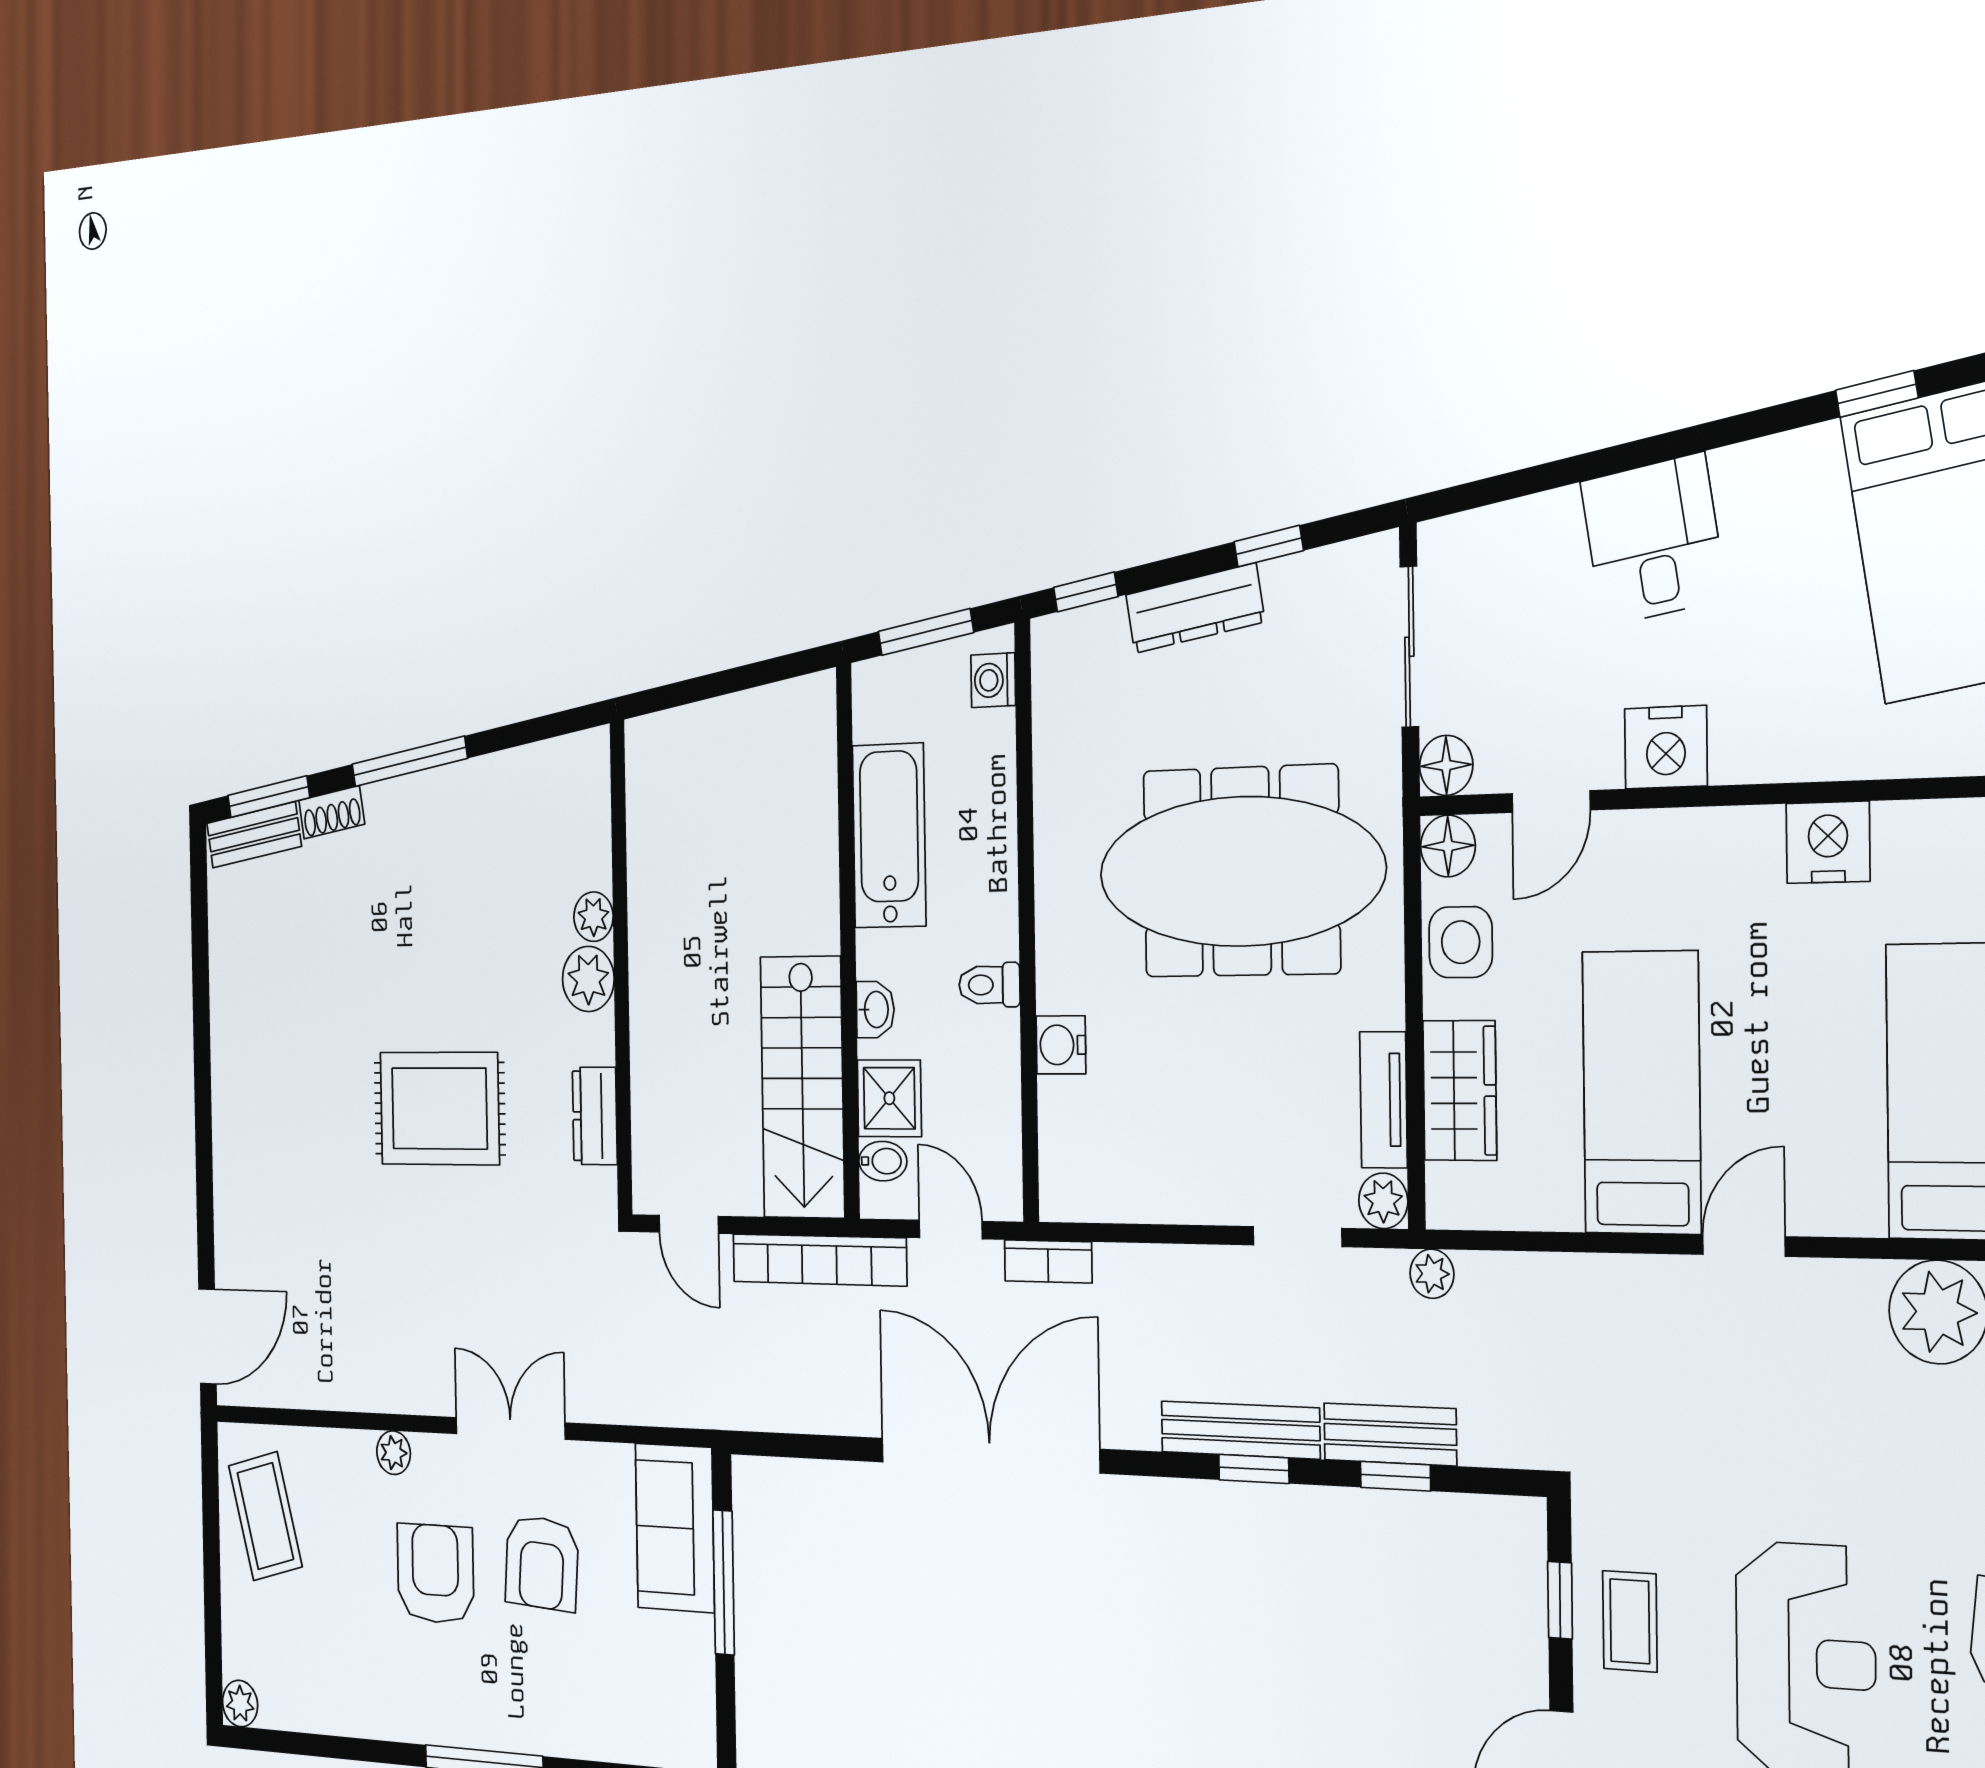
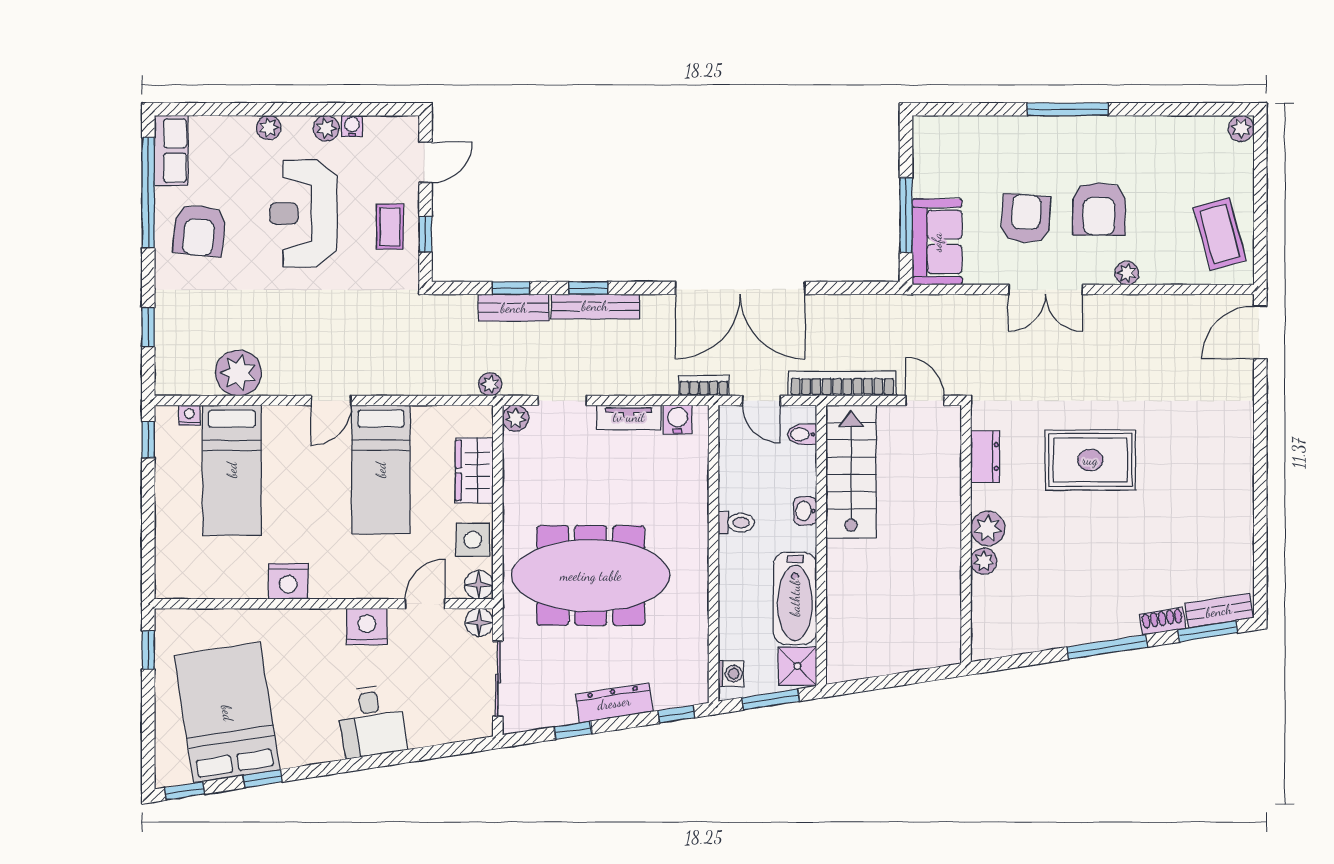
water cooler: (1061, 1045) -> (678, 419), moved, turned -90
shower: (889, 1098) -> (797, 666), moved
tv unit: (1384, 1100) -> (629, 417), moved, turned 90

